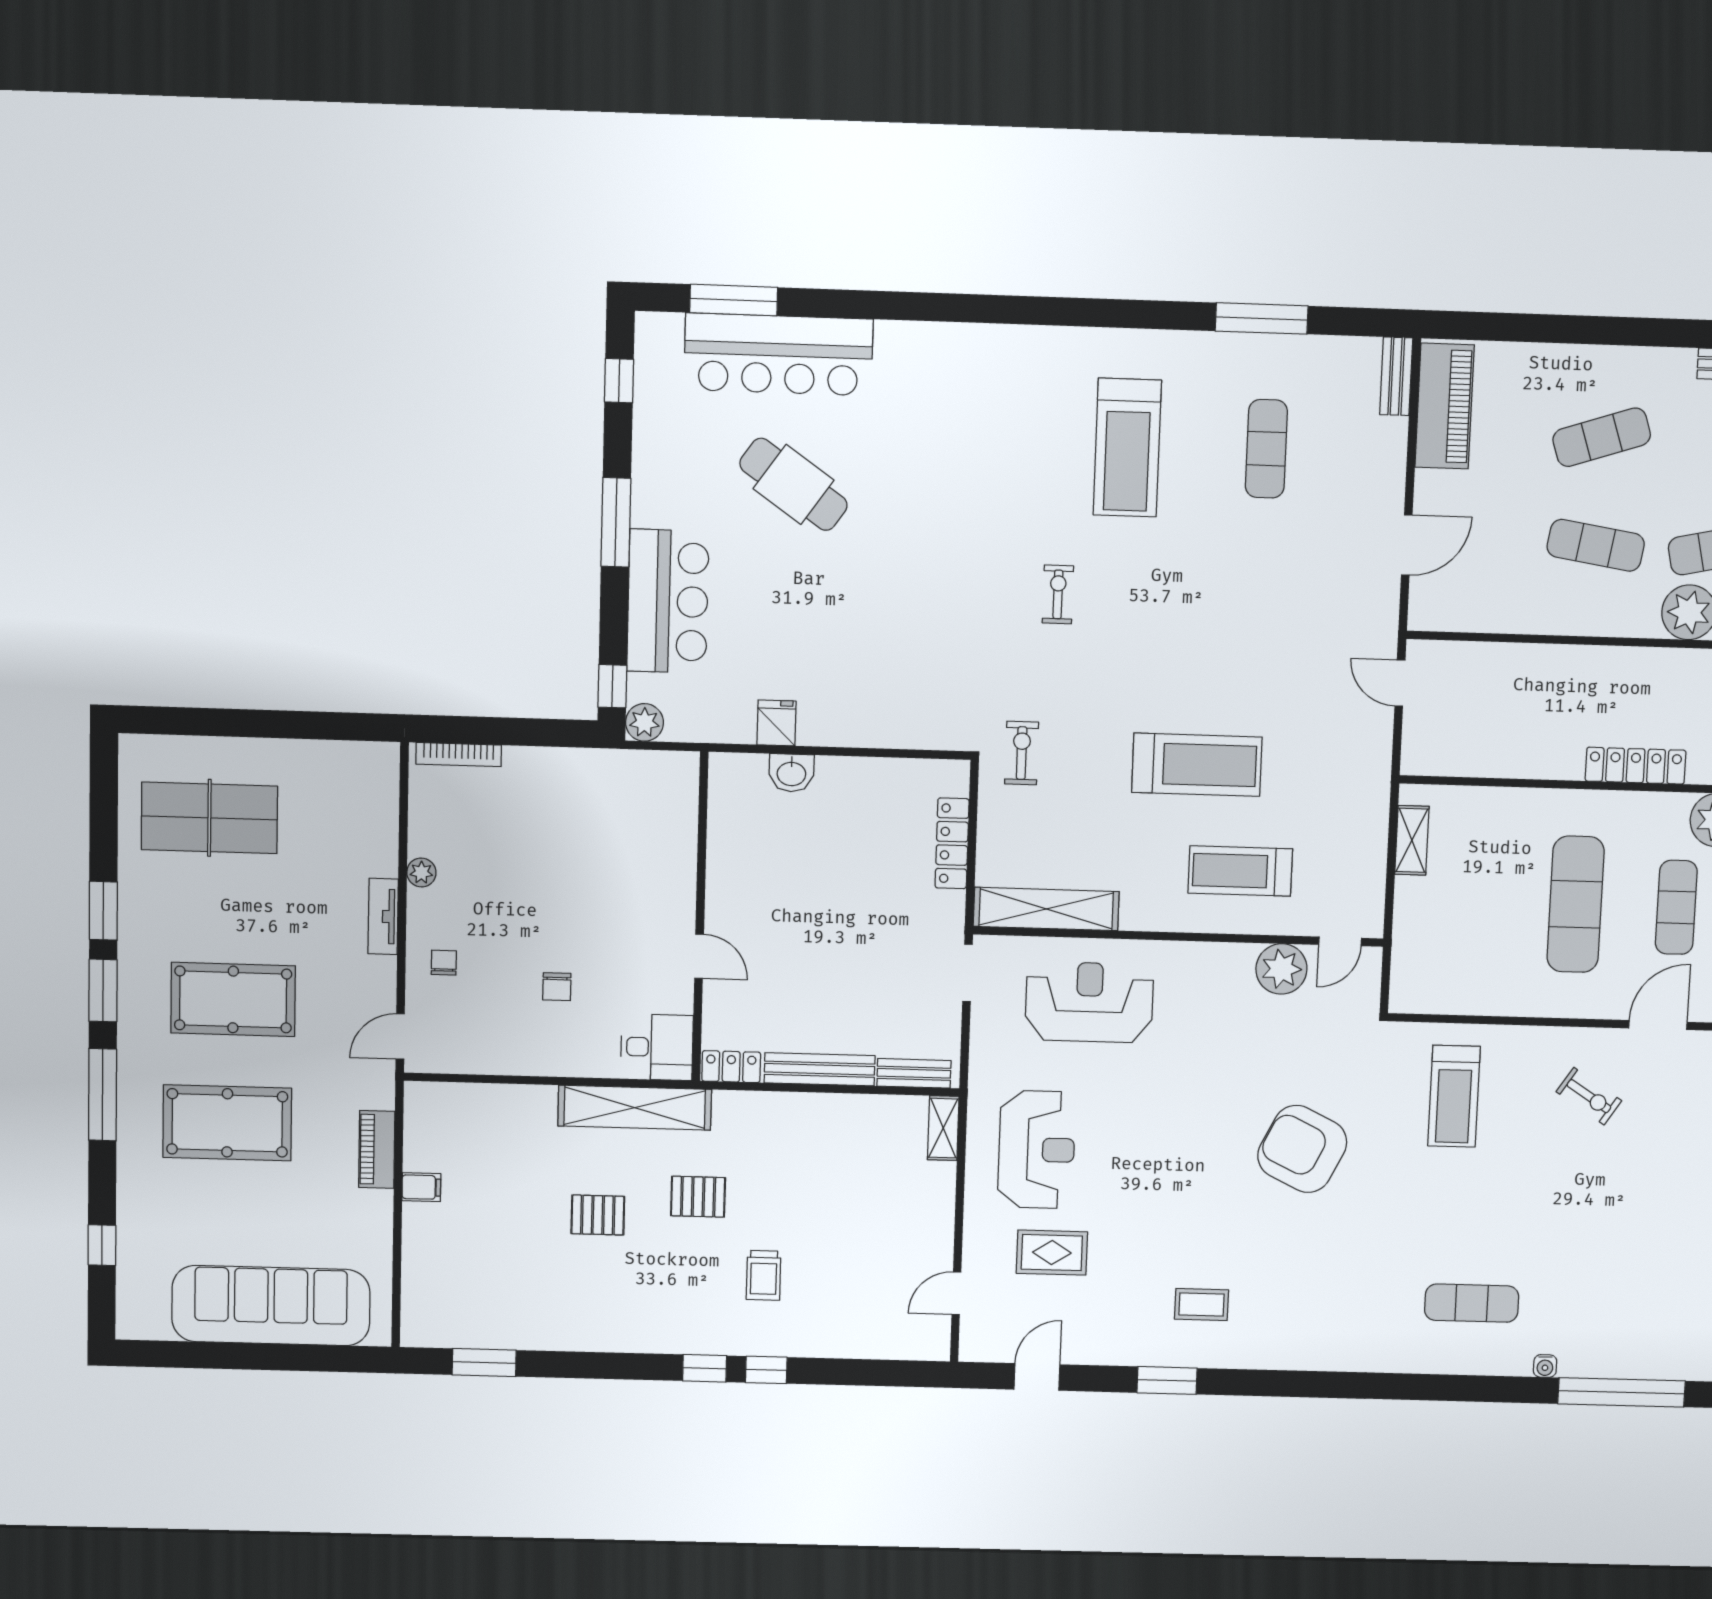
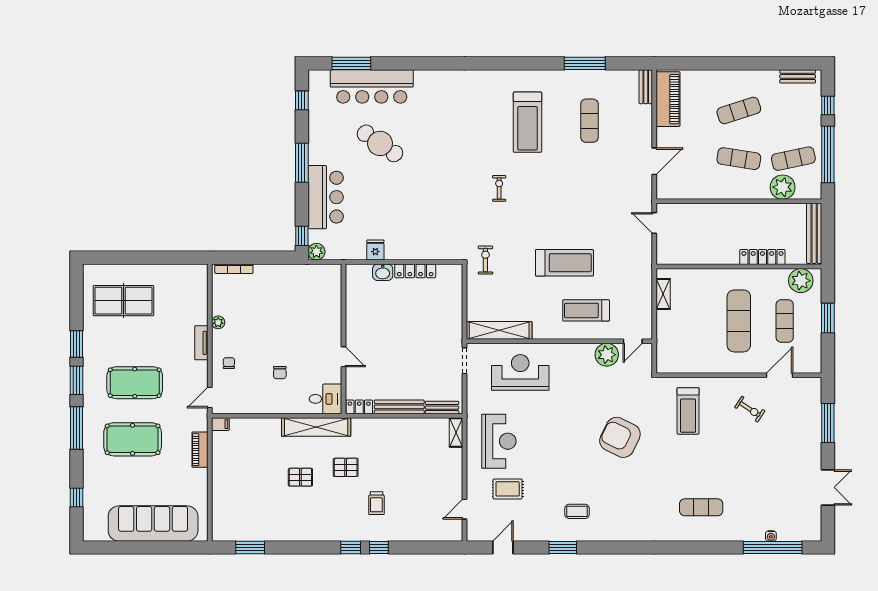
locker: (952, 843) -> (415, 271), moved, turned -90
filing cabinet: (421, 1187) -> (220, 424), moved
water cooler: (1545, 1366) -> (771, 536), moved

